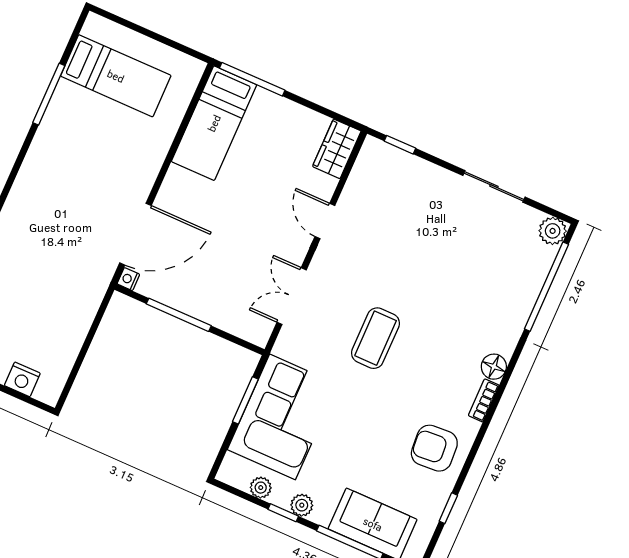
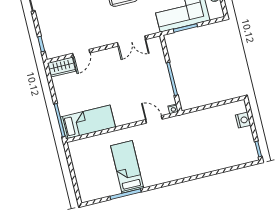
bed: (116, 76) -> (127, 167), moved
door: (325, 221) -> (81, 53), moved
door: (135, 234) -> (154, 119), width x0.53

